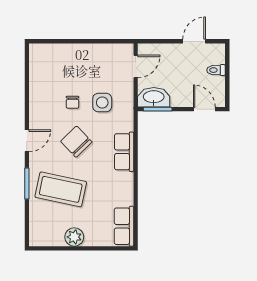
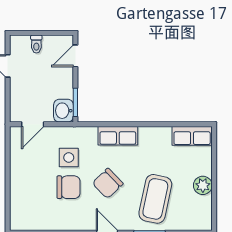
door: (136, 66) -> (33, 124), swing flipped
washbasin: (154, 97) -> (64, 111), width x0.72
chair: (72, 102) -> (68, 187), width x1.87, depth x1.87

